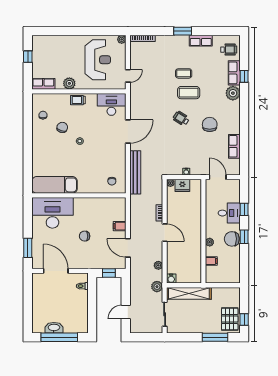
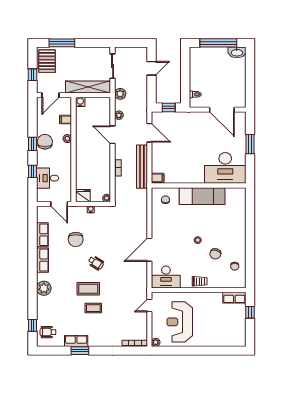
window: (183, 31) -> (80, 351), moved
window: (28, 57) -> (250, 312), moved
row of seats: (234, 73) -> (42, 260), moved
window: (244, 76) -> (33, 325), moved
plant: (69, 83) -> (208, 298), removed
chair: (210, 124) -> (76, 239), moved
bench: (135, 172) -> (142, 167), moved
exam couch: (55, 185) -> (202, 196), moved
fridge: (182, 185) -> (83, 196), moved
desk: (229, 213) -> (48, 178), moved
filing cabinet: (120, 226) -> (158, 178), moved
door: (165, 233) -> (113, 135), moved
chair: (85, 236) -> (193, 145), removed
chair: (232, 239) -> (45, 142), turned -90
window: (28, 248) -> (250, 144), moved
water cooler: (171, 279) -> (80, 102), moved
door: (226, 285) -> (50, 95), added
window: (244, 319) -> (33, 75), moved
washbasin: (54, 328) -> (237, 52), moved

